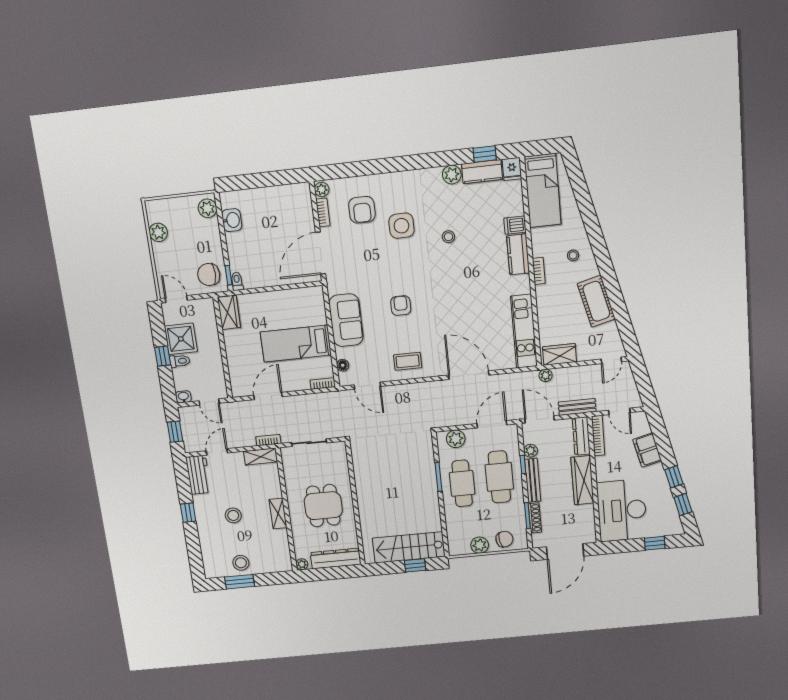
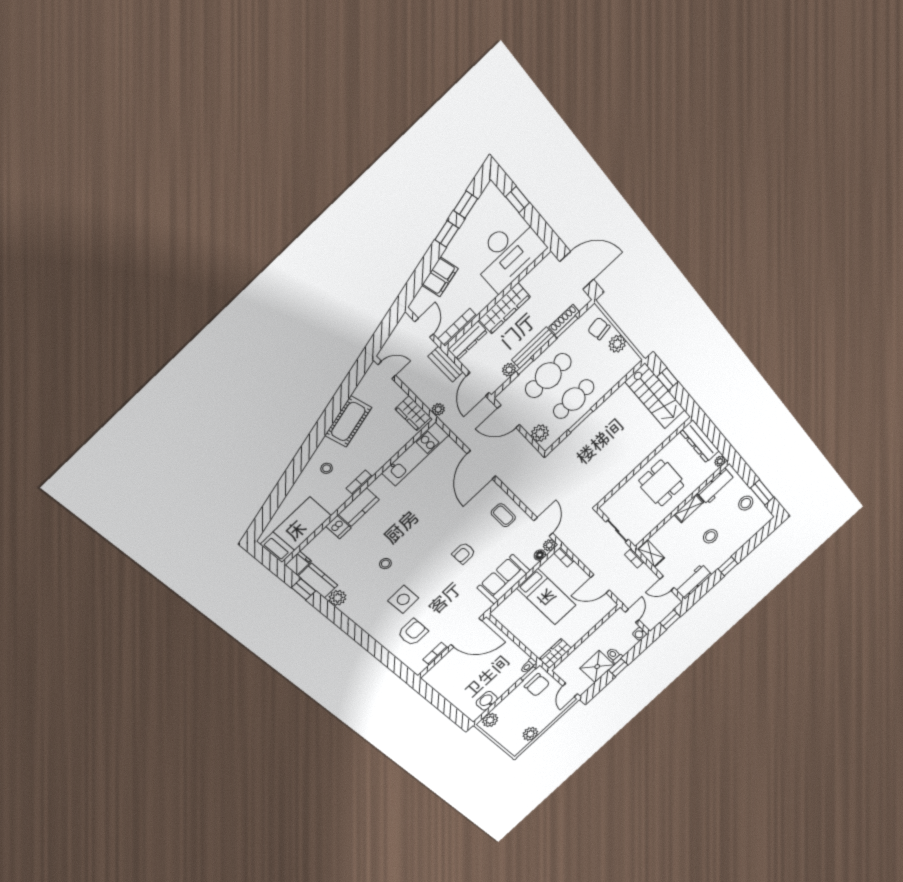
plant: (322, 189) -> (549, 545), moved
dining table: (323, 506) -> (661, 483), turned 90
workbench: (280, 548) -> (716, 486), added

